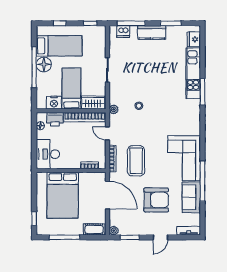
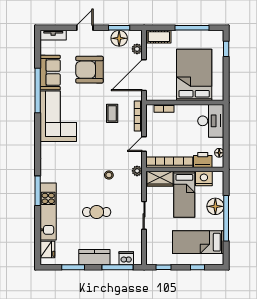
floor lamp: (44, 64) -> (215, 206), moved
cafe table: (150, 73) -> (97, 212), added
door: (107, 133) -> (144, 144), swing flipped
coffee table: (136, 161) -> (112, 113), width x0.54, depth x0.58
door: (107, 195) -> (144, 75), hinge flipped
floor lamp: (130, 228) -> (119, 38), added
plant: (114, 231) -> (137, 49), moved

